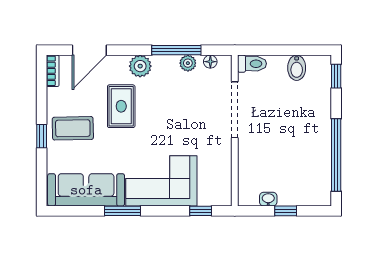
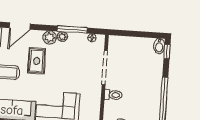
plant: (188, 63) -> (62, 37), moved
toilet: (252, 64) -> (113, 95), moved
bidet: (297, 68) -> (159, 46), moved

